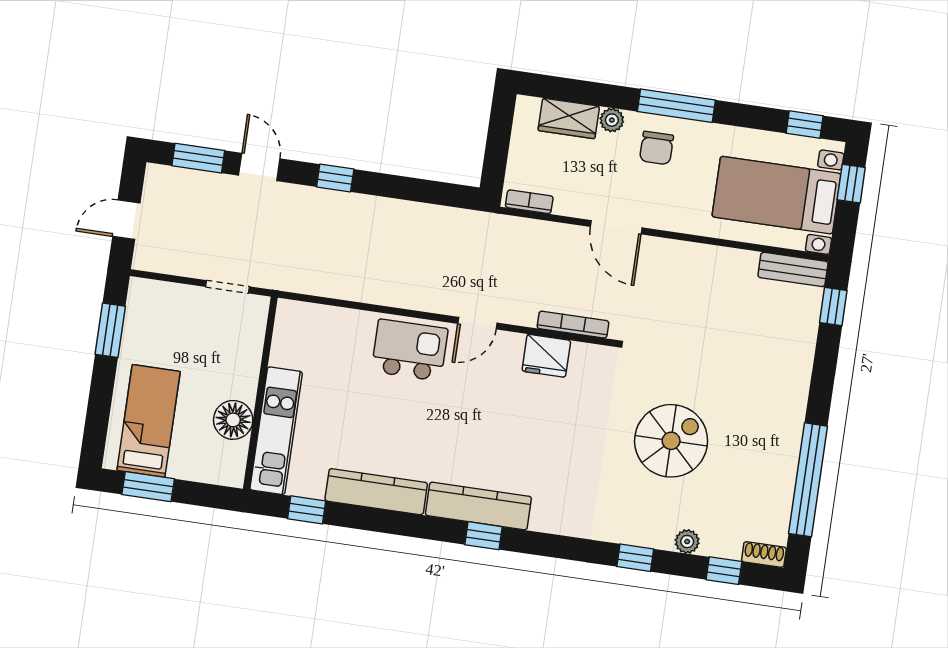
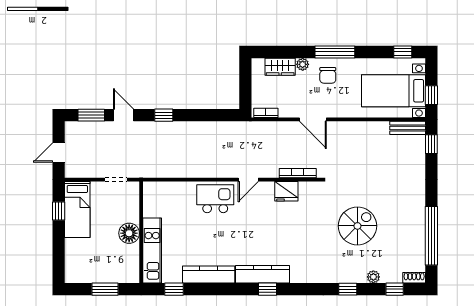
window: (851, 184) -> (431, 95), moved
window: (110, 330) -> (59, 211), width x0.67
floor lamp: (233, 420) -> (129, 233), moved
bed: (149, 421) -> (77, 210), moved, turned 180
window: (148, 487) -> (105, 289), moved

